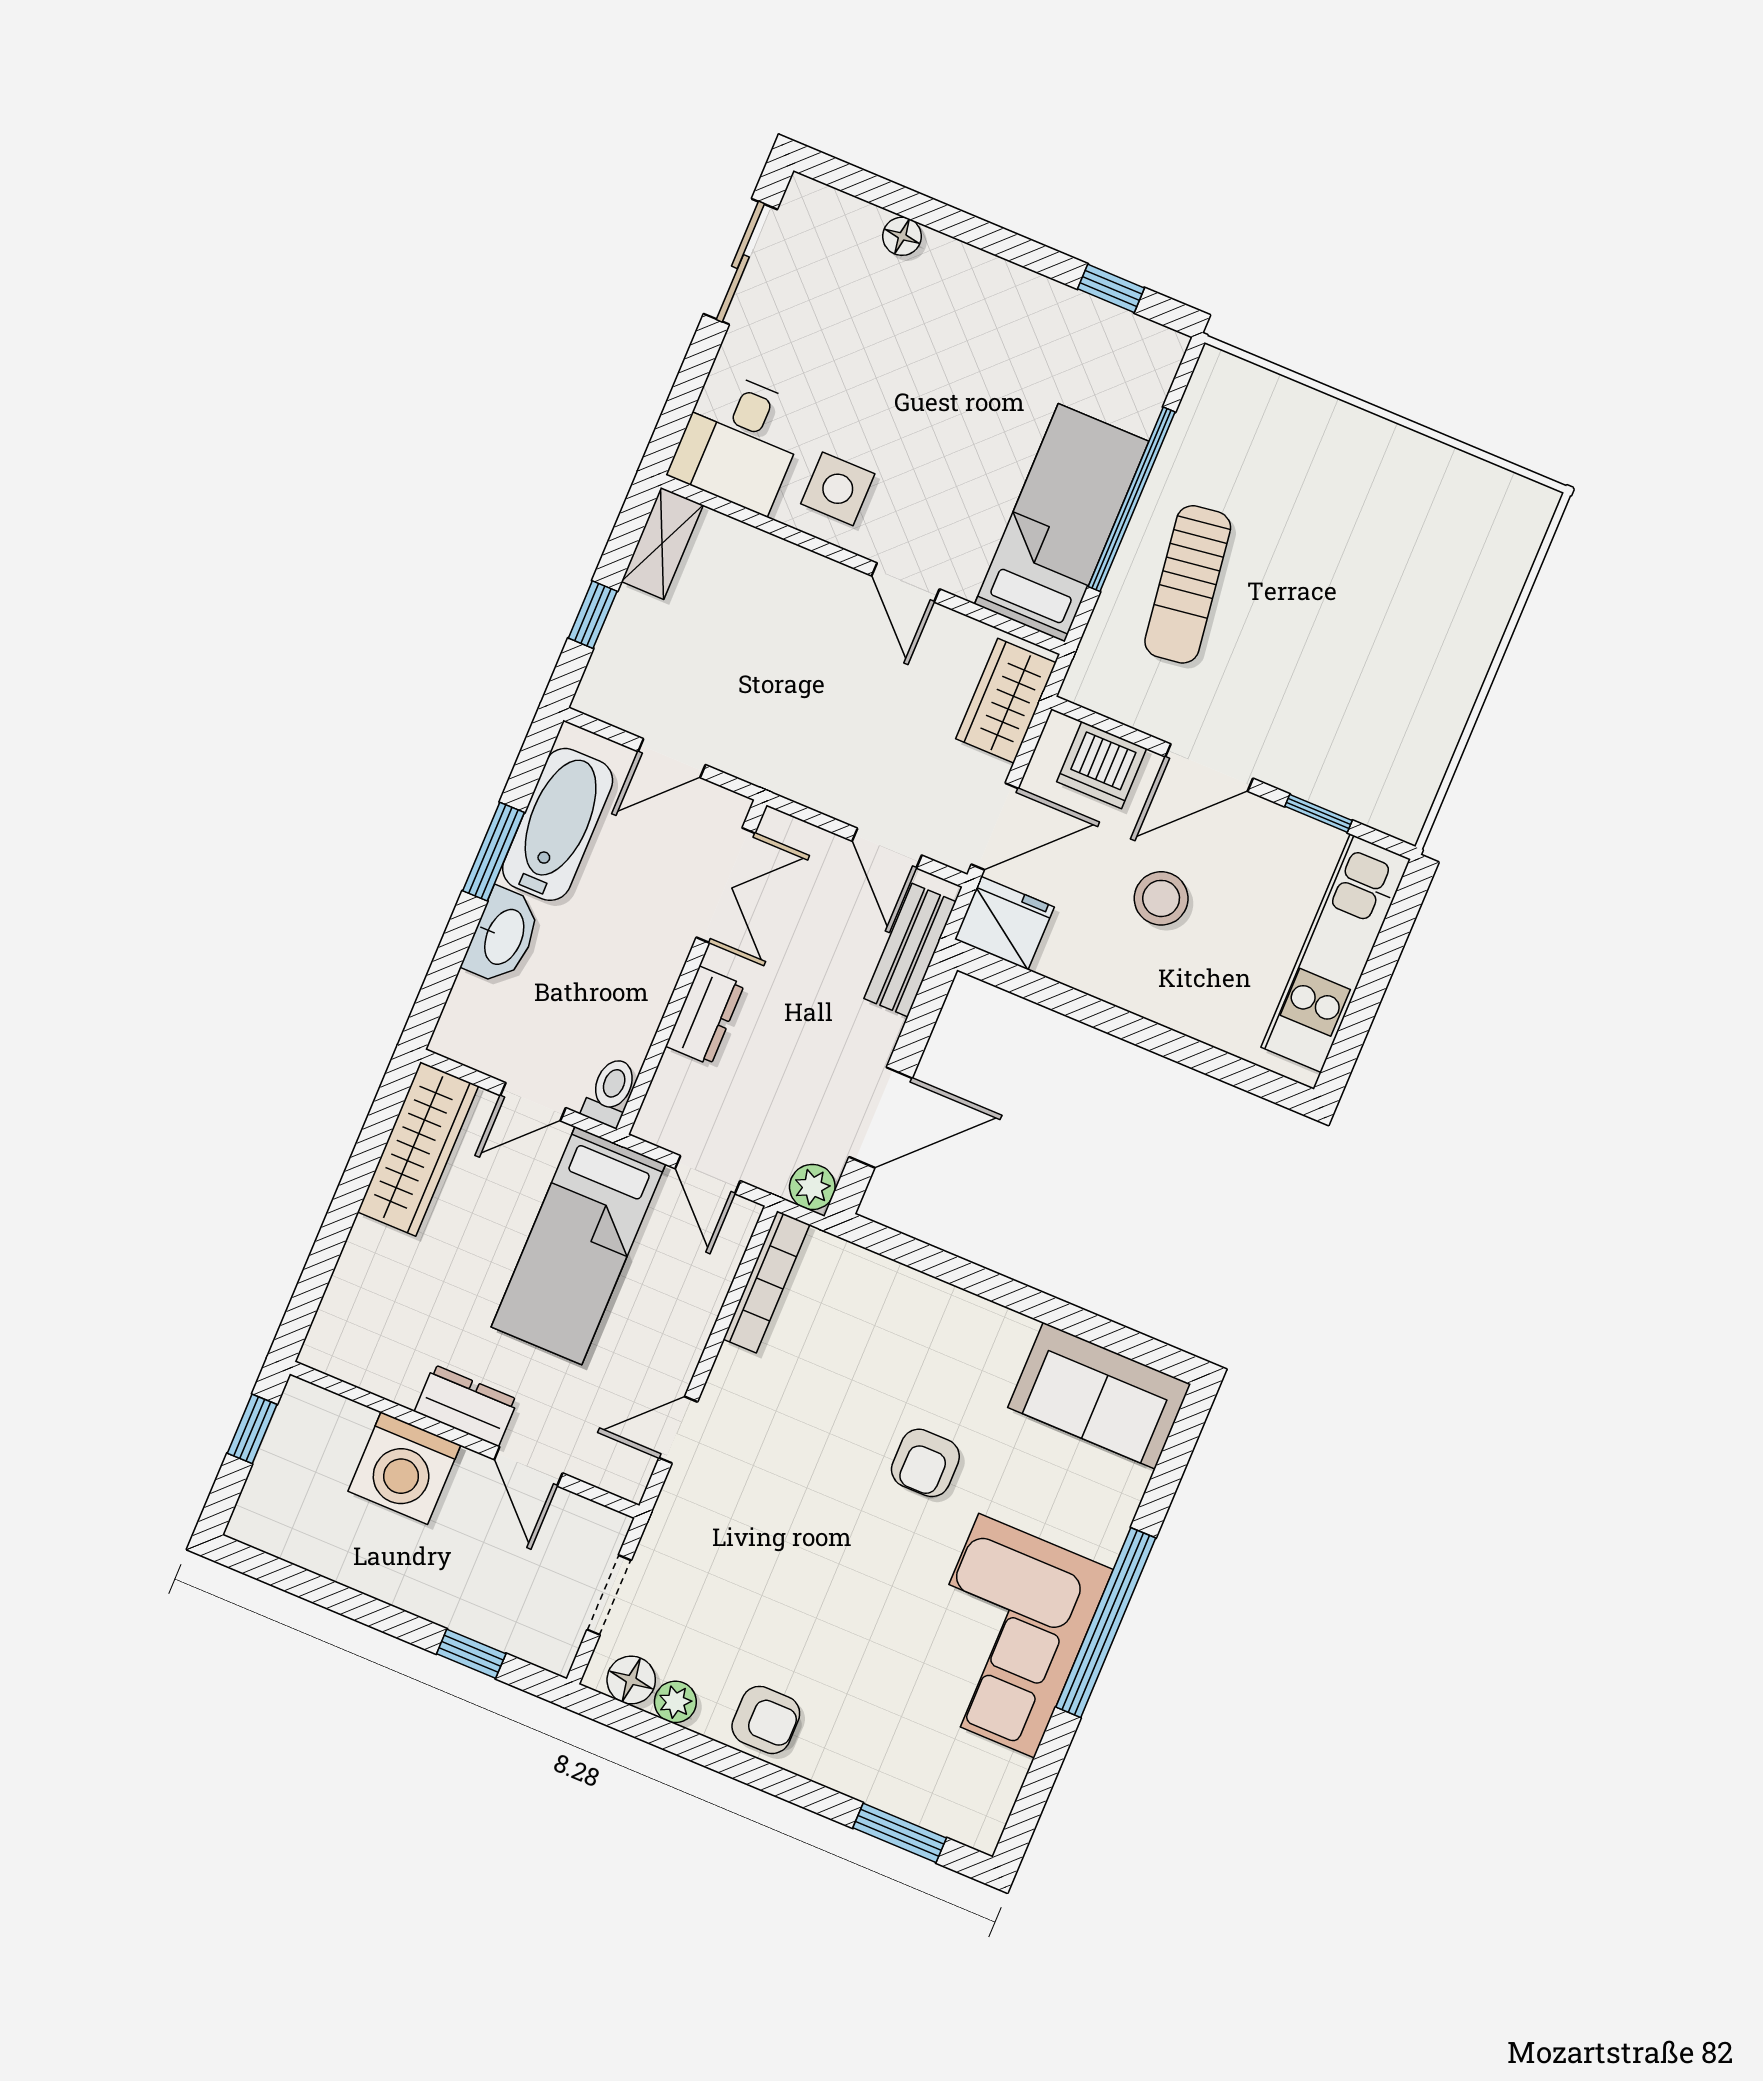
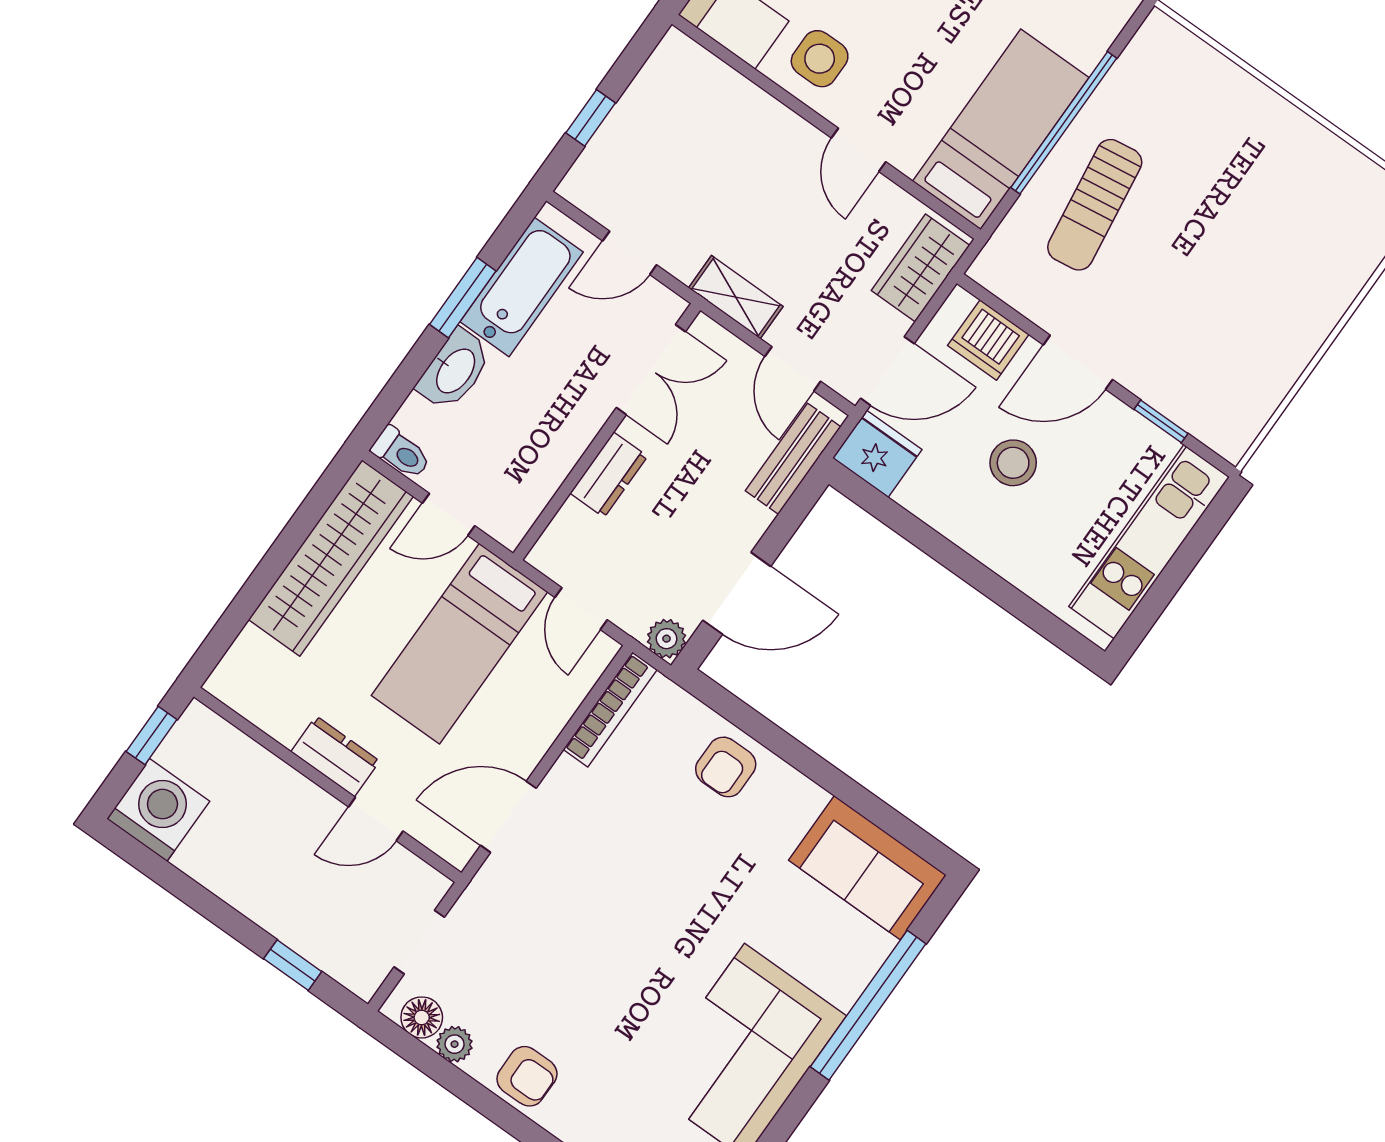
shelving: (662, 543) -> (736, 297), moved, turned 90
toilet: (611, 1092) -> (401, 453), moved, turned 90
wardrobe: (418, 1149) -> (331, 558), width x1.40, depth x1.17
door: (678, 1430) -> (508, 817), width x1.38
armchair: (925, 1463) -> (726, 767), moved
door: (528, 1466) -> (376, 819), hinge flipped
washing machine: (404, 1468) -> (158, 810), moved, turned 180
window: (1106, 1623) -> (868, 1005), moved

